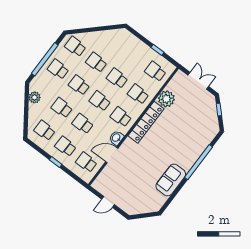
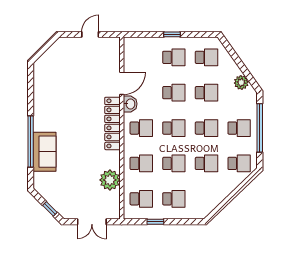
locker: (146, 122) -> (112, 123), moved
school desk: (86, 162) -> (174, 199), moved
sofa: (171, 180) -> (45, 152), moved

